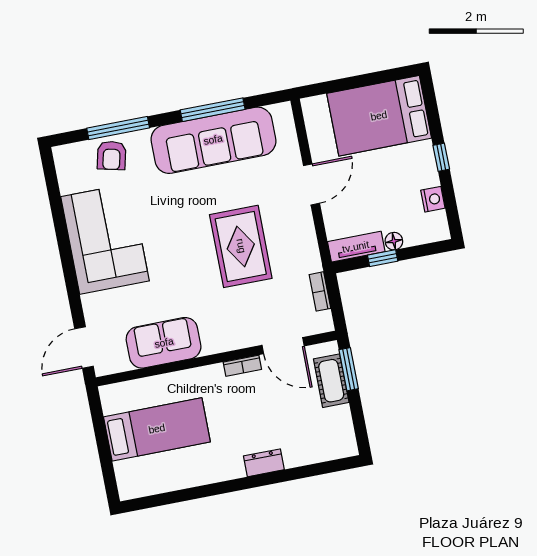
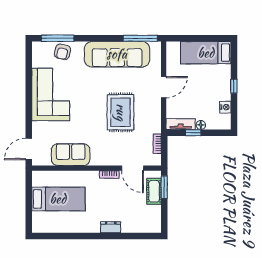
window: (213, 110) -> (140, 38), moved
bed: (379, 116) -> (206, 53), width x0.67
window: (118, 128) -> (58, 38), moved

